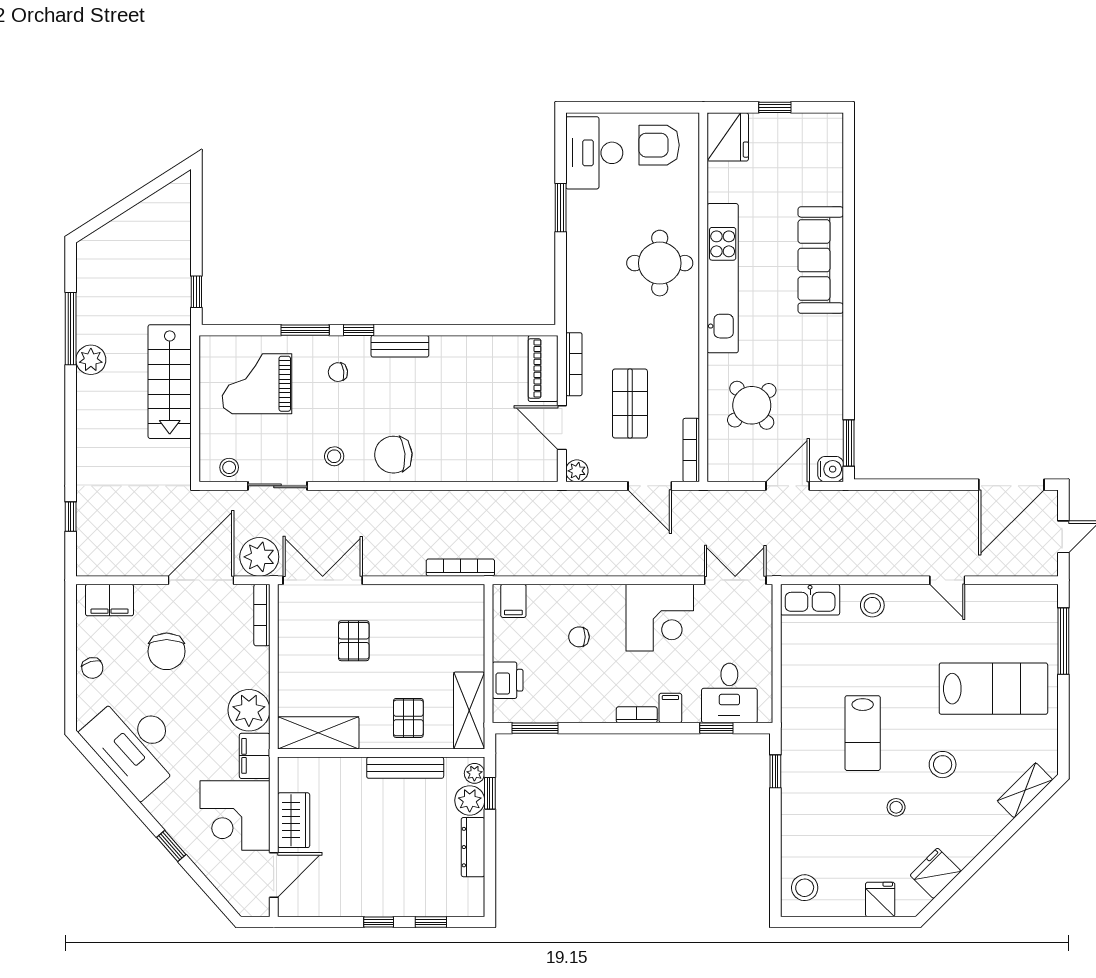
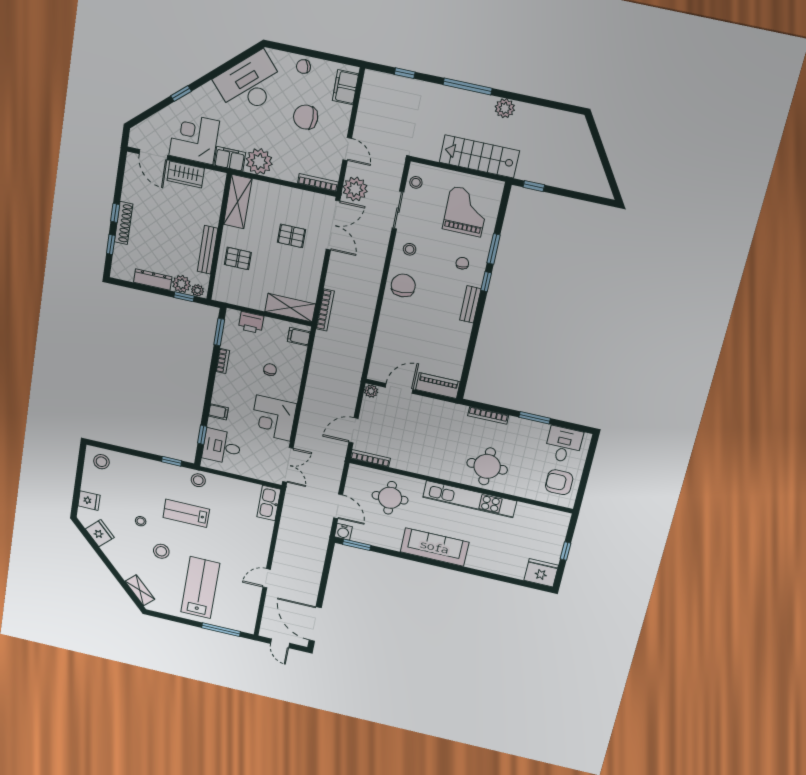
fridge: (728, 137) -> (541, 573), moved, turned 180
armchair: (659, 145) -> (559, 482), turned -90
desk: (594, 153) -> (564, 445), width x0.73
sofa: (821, 260) -> (435, 547), moved
window: (71, 329) -> (468, 87), moved
bookcase: (574, 364) -> (488, 415), moved
shop shelf: (630, 404) -> (406, 430), removed
round table: (752, 405) -> (390, 498), turned 38
door: (201, 580) -> (347, 149), width x0.53
stool: (872, 605) -> (198, 480), moved
lab bench: (993, 689) -> (200, 588), turned 180
shelving: (469, 710) -> (290, 308), moved
bookcase: (637, 715) -> (223, 361), moved
shoe rack: (392, 906) -> (124, 223), added

